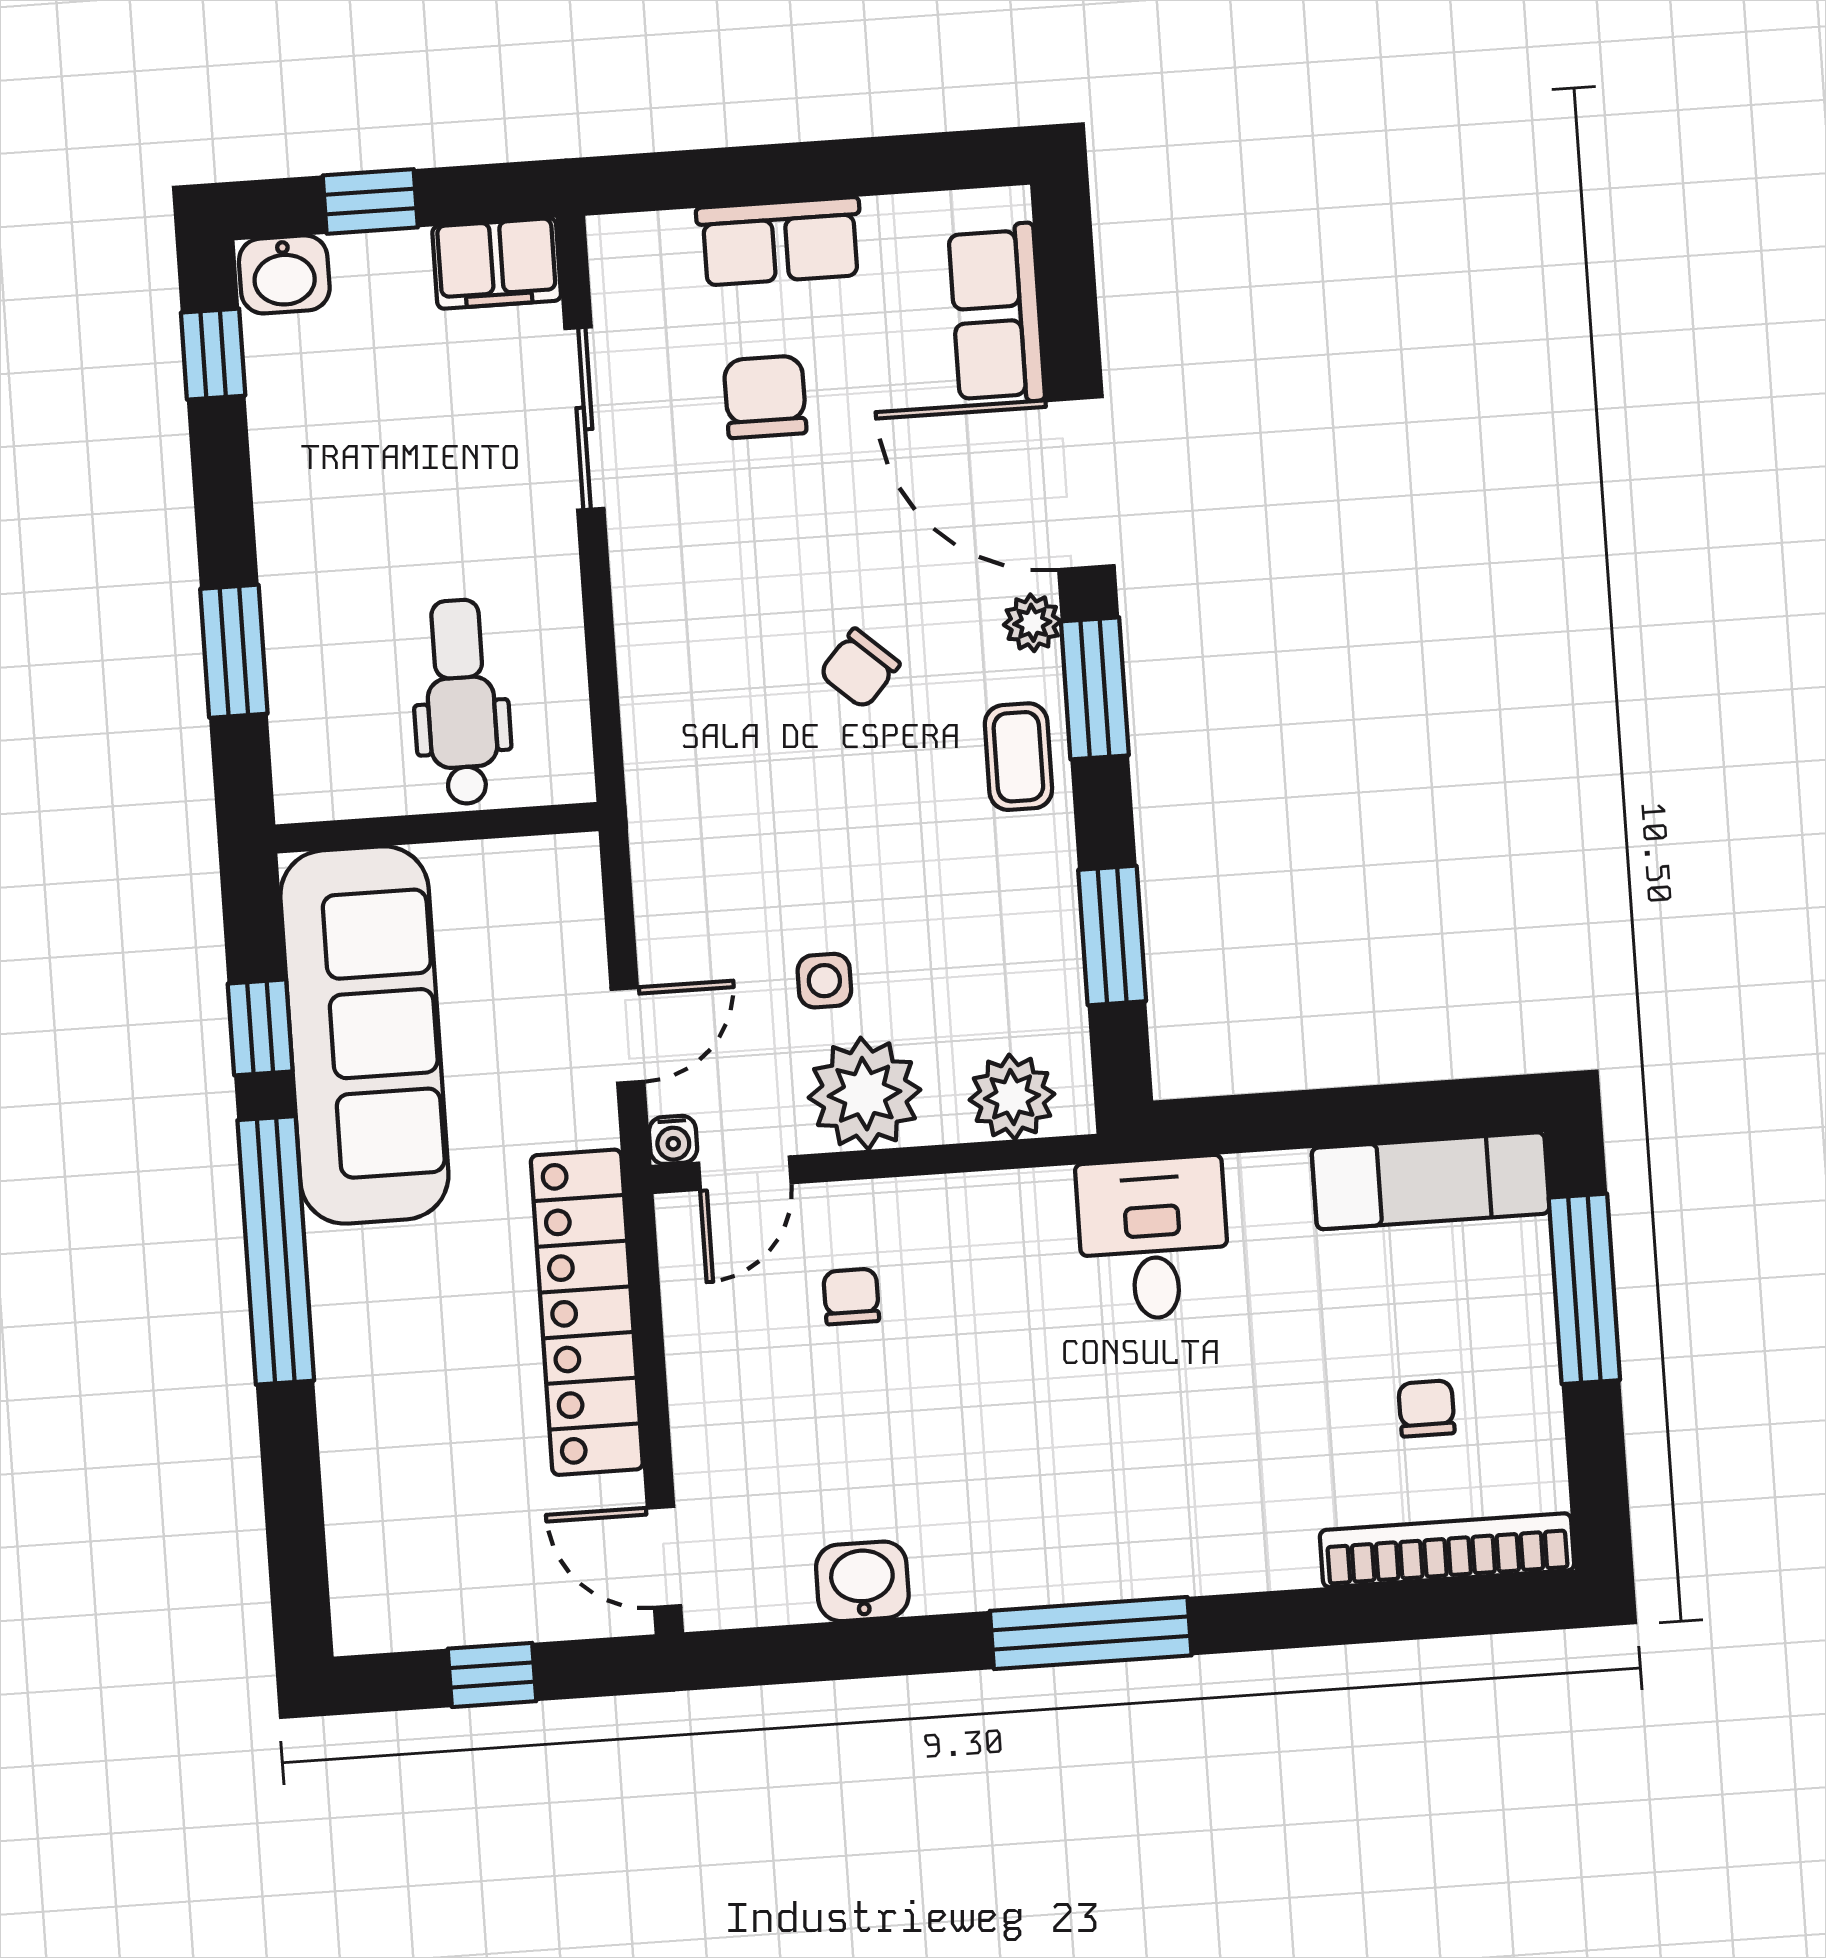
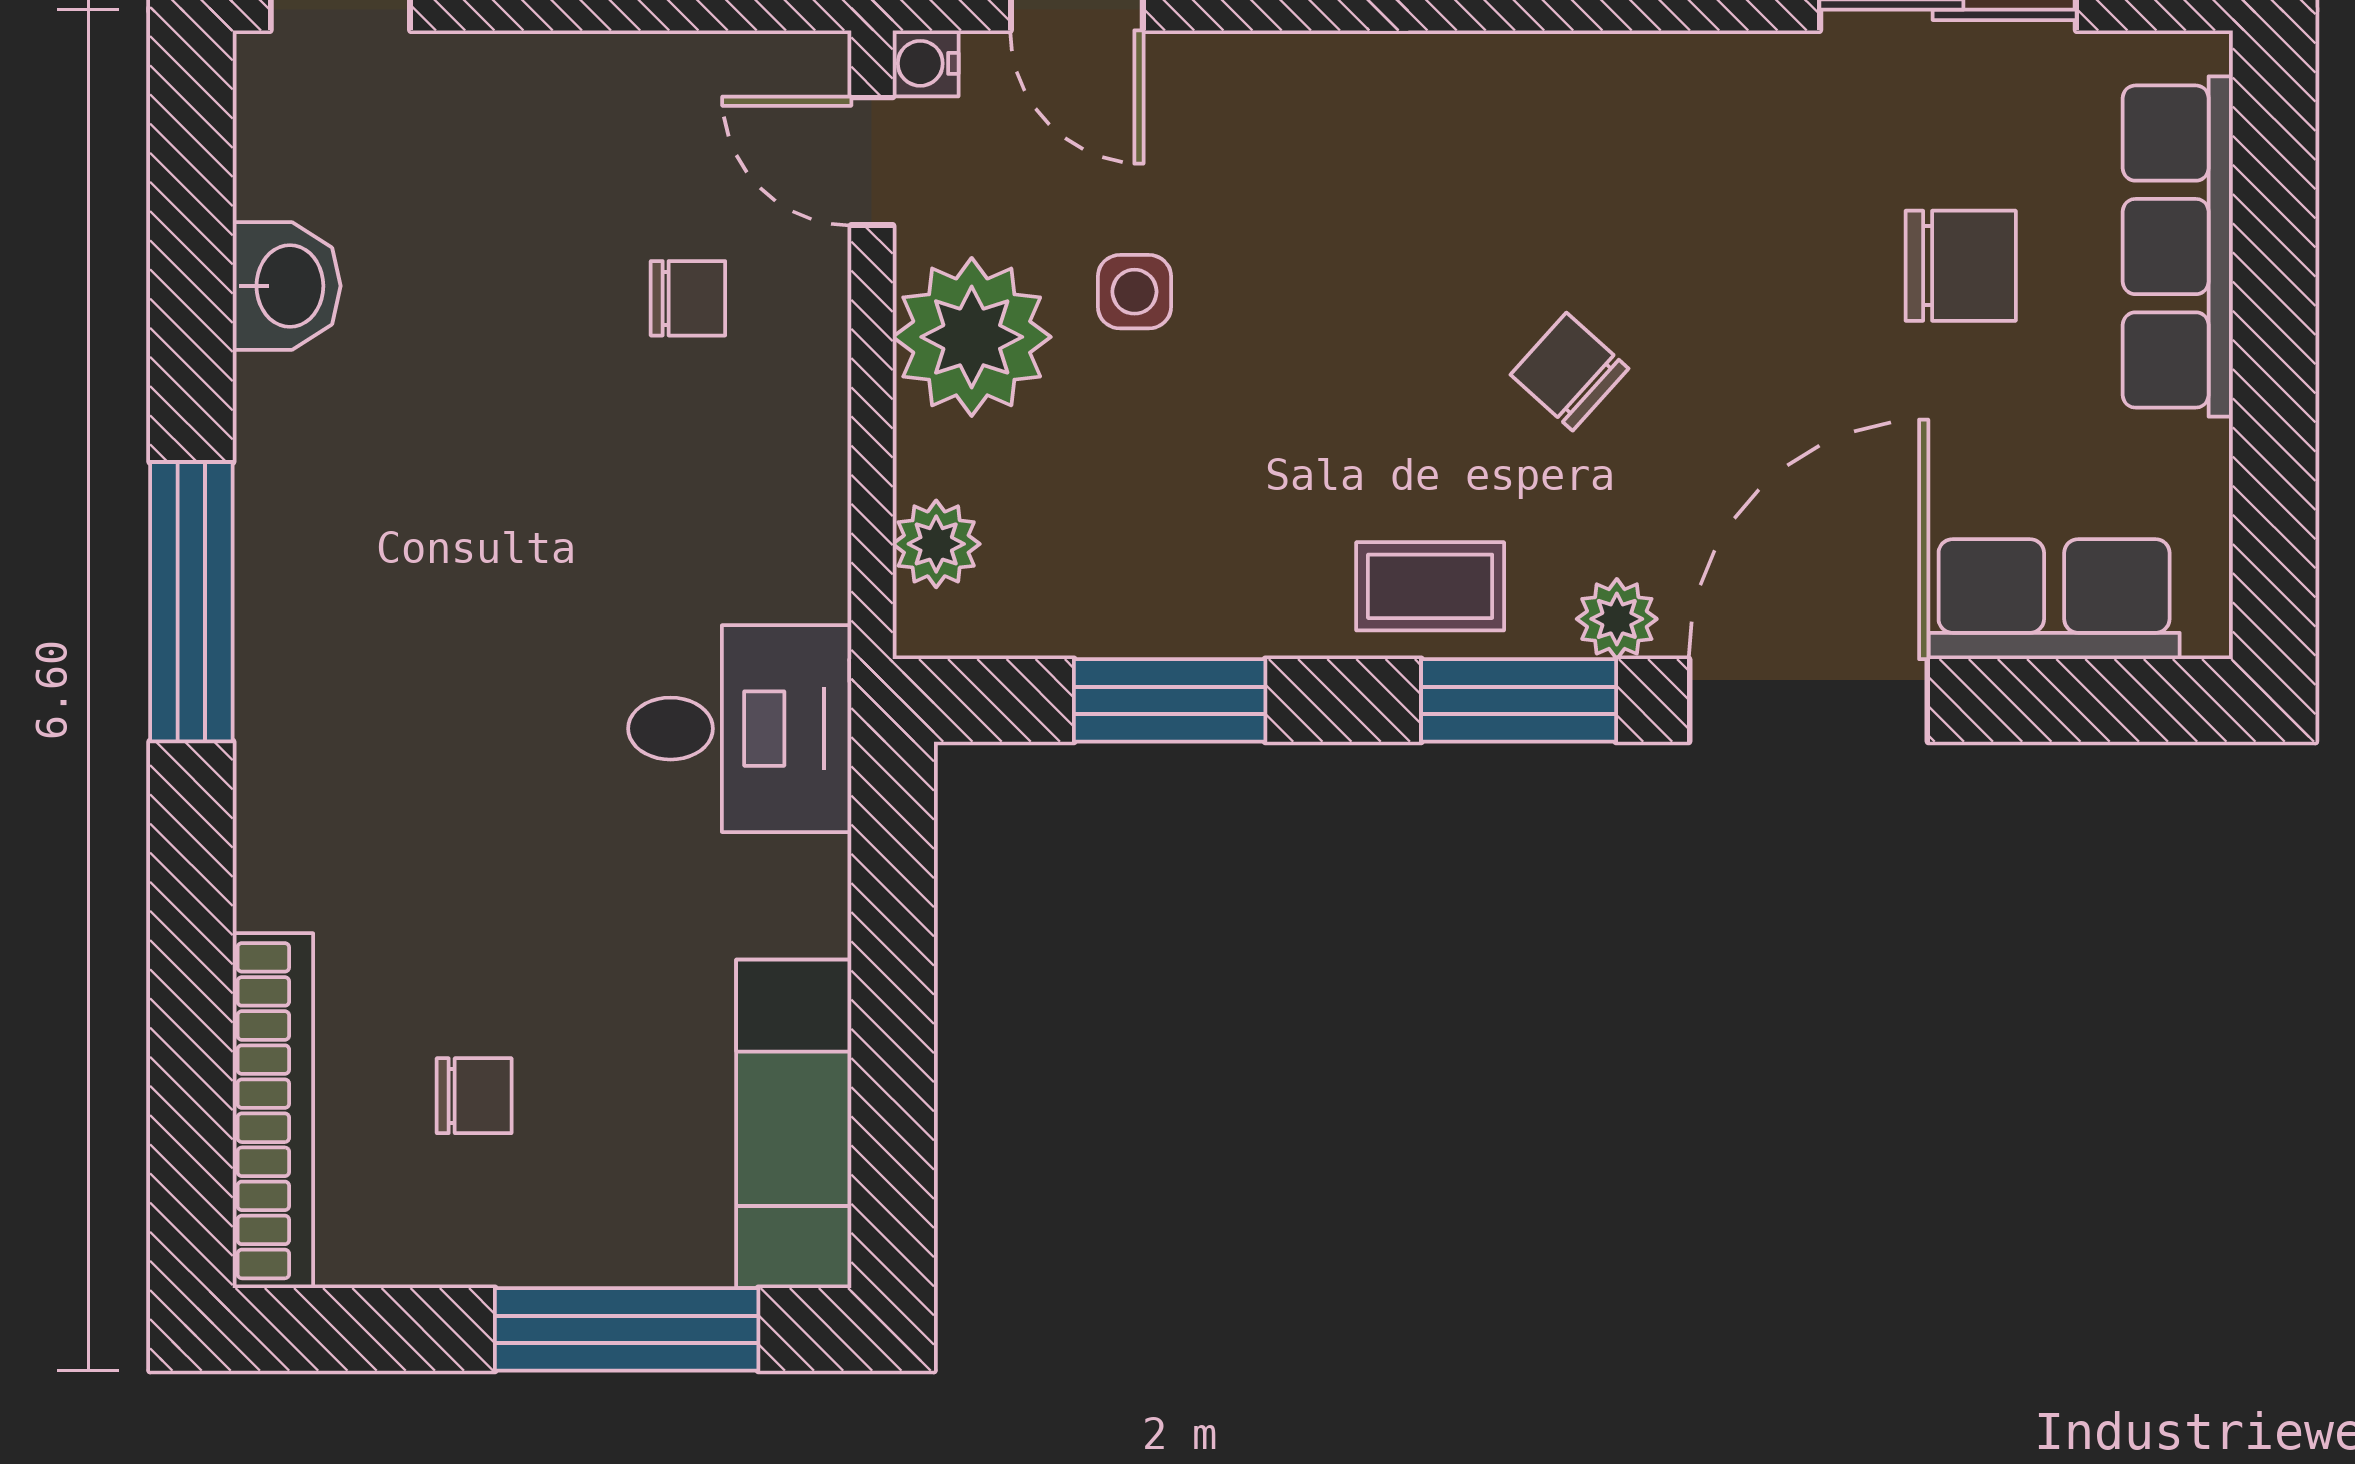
row of seats: (780, 241) -> (2178, 247), width x1.48
plant: (1012, 1097) -> (936, 544), width x0.73, depth x0.73

